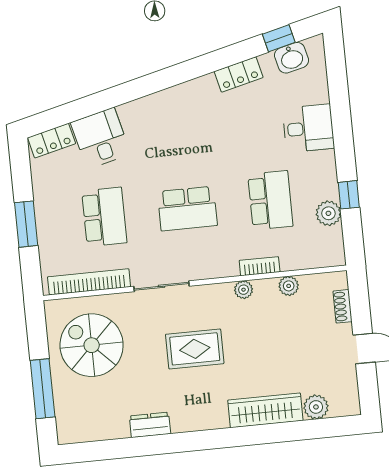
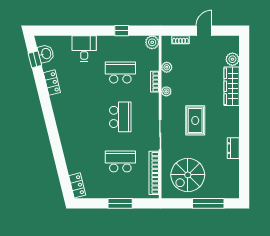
desk: (101, 138) -> (78, 159), removed
plant: (328, 213) -> (152, 42), moved

